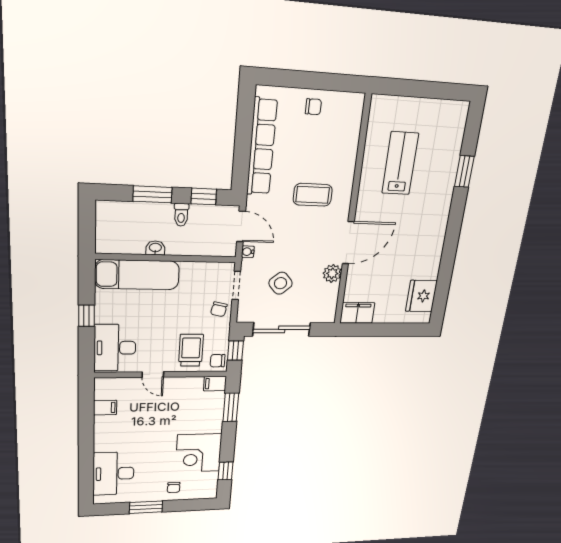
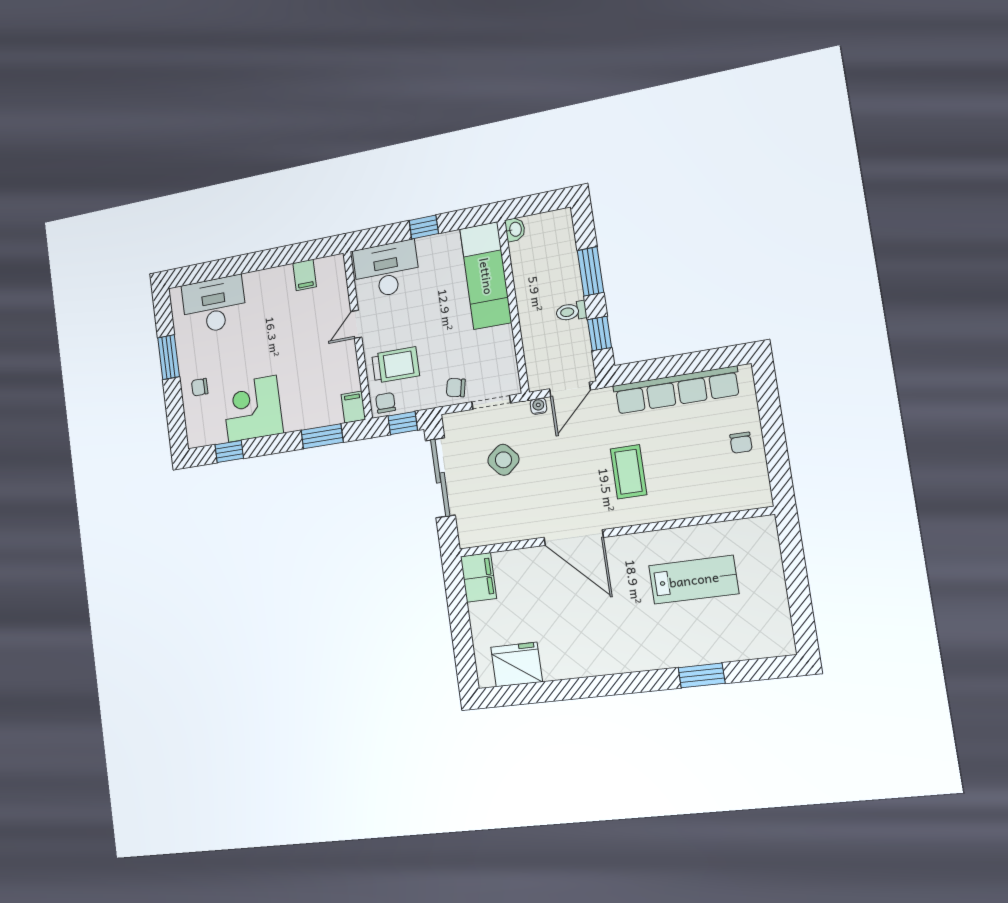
washbasin: (155, 248) -> (515, 229), moved
plant: (332, 273) -> (528, 527), removed

